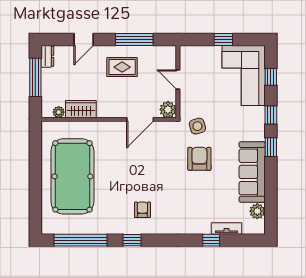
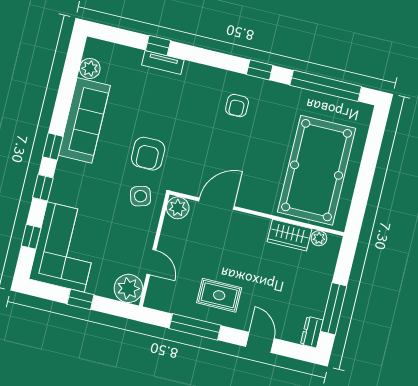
door: (84, 39) -> (260, 342), hinge flipped
plant: (190, 56) -> (128, 288), added
wardrobe: (81, 109) -> (290, 235), moved
plant: (168, 110) -> (178, 208), moved
plant: (59, 112) -> (319, 238), moved
wall: (109, 119) -> (257, 213), moved
door: (140, 119) -> (217, 204), moved
tv unit: (226, 228) -> (163, 62), moved

